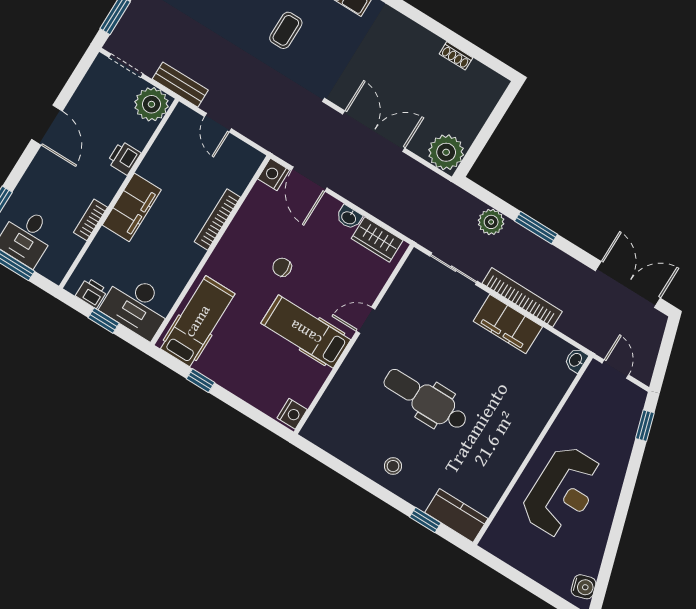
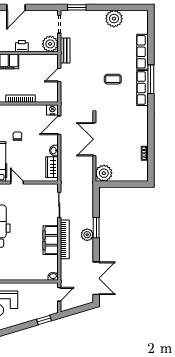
double door: (374, 131) -> (94, 139), swing flipped
plant: (491, 222) -> (87, 235), moved

